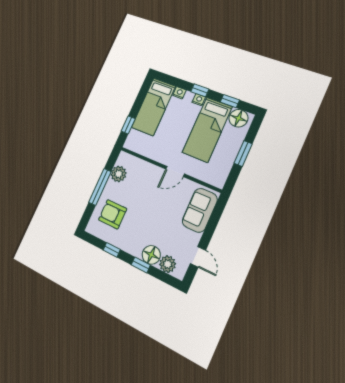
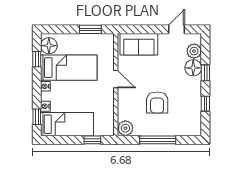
window: (200, 90) -> (37, 117), moved
window: (243, 153) -> (90, 29), moved
plant: (119, 174) -> (125, 128), moved
armchair: (113, 214) -> (157, 103), moved

